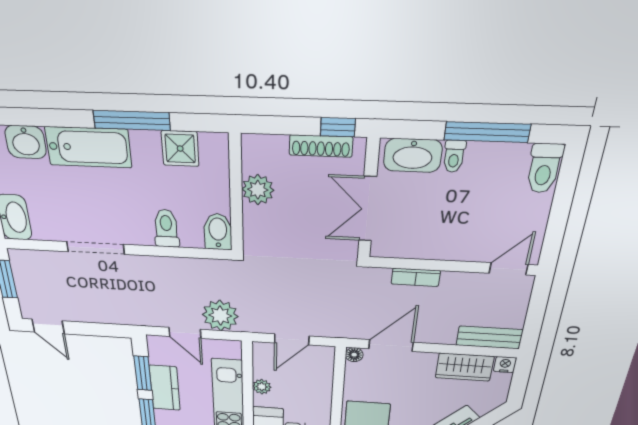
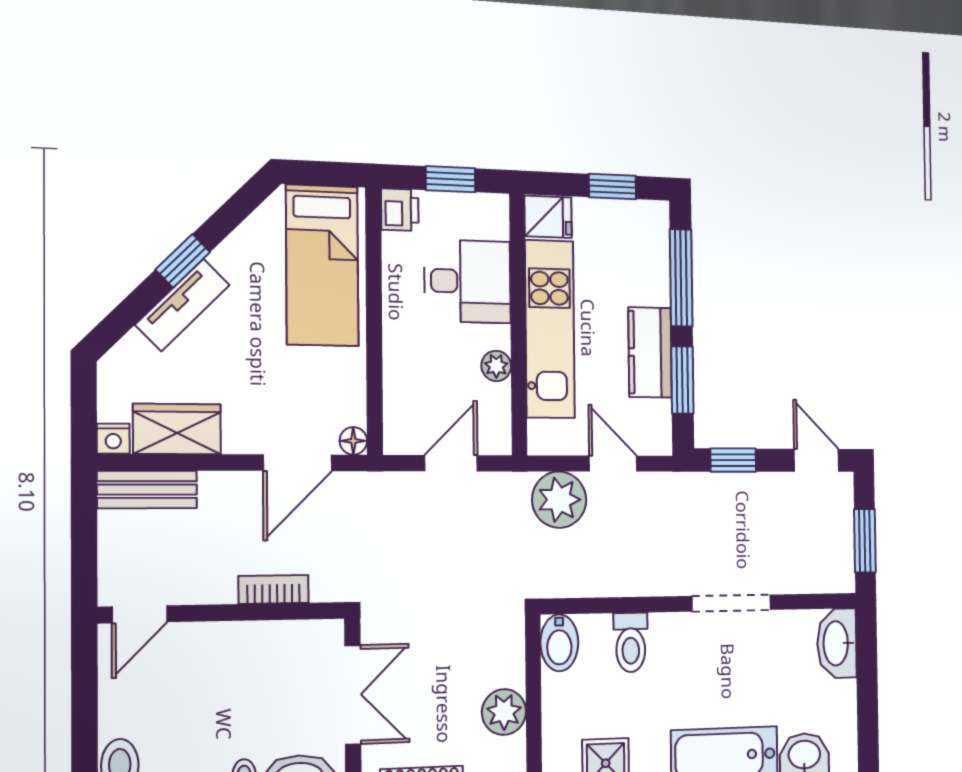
window: (105, 330) -> (733, 460), added

